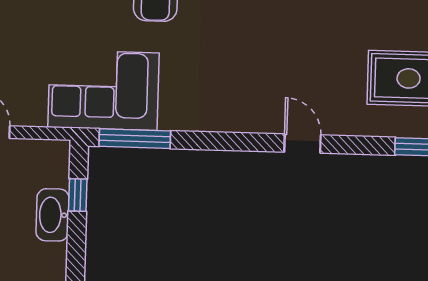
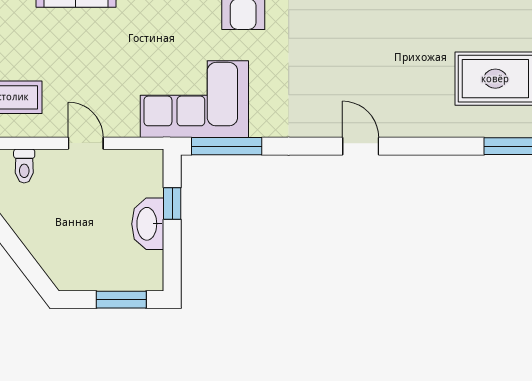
door: (303, 144) -> (361, 146), moved

